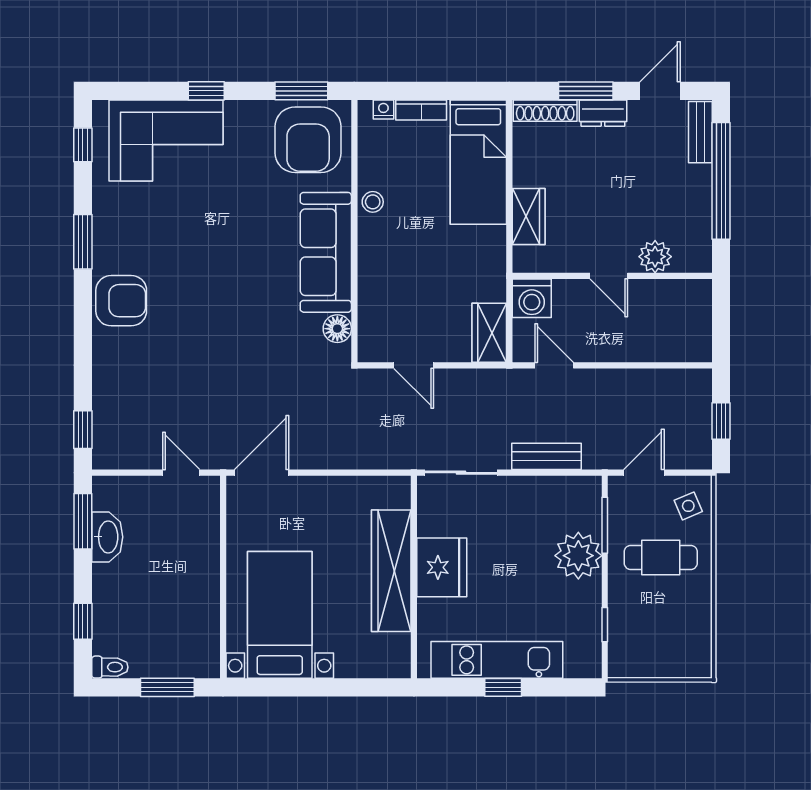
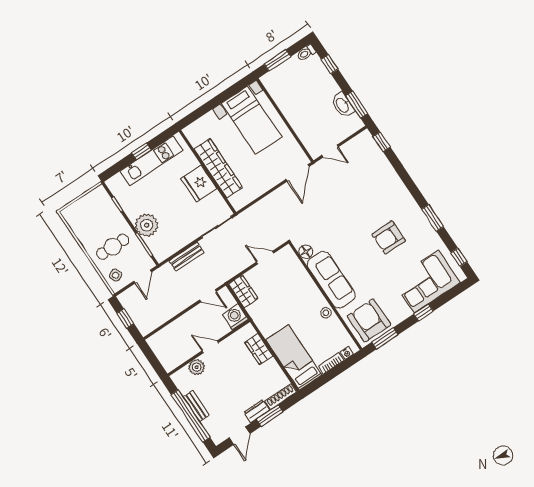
bench: (700, 132) -> (196, 406), moved
armchair: (121, 301) -> (389, 237), moved

